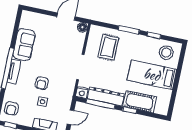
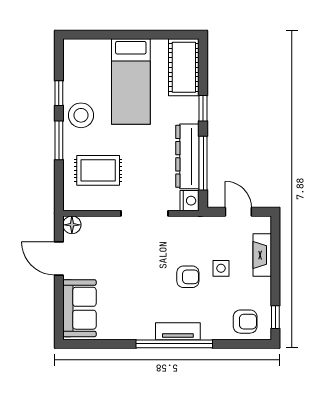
sofa: (24, 45) -> (79, 308), moved, turned 90
stool: (166, 53) -> (81, 115), moved
cot: (140, 102) -> (184, 67), moved

